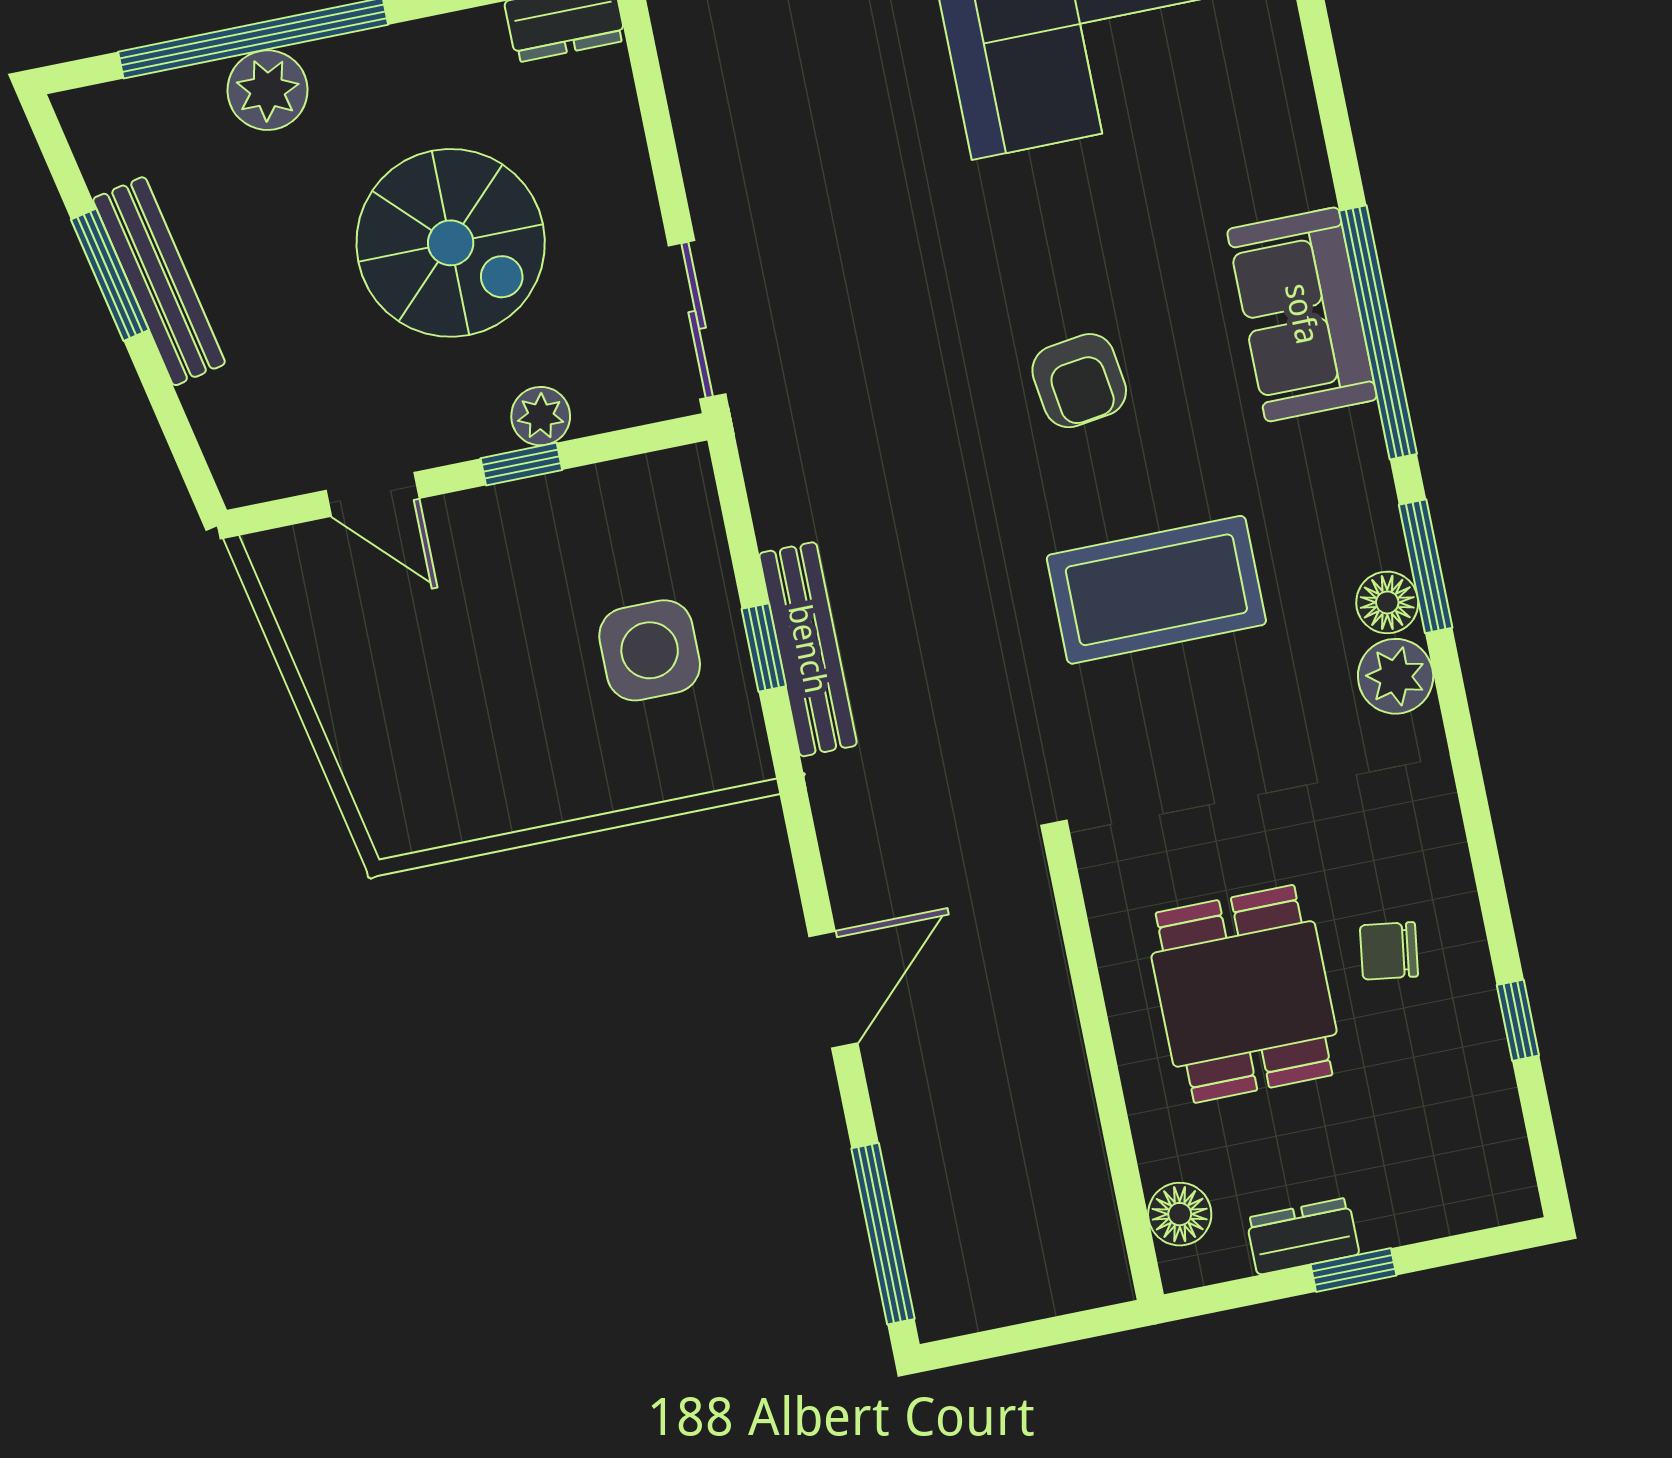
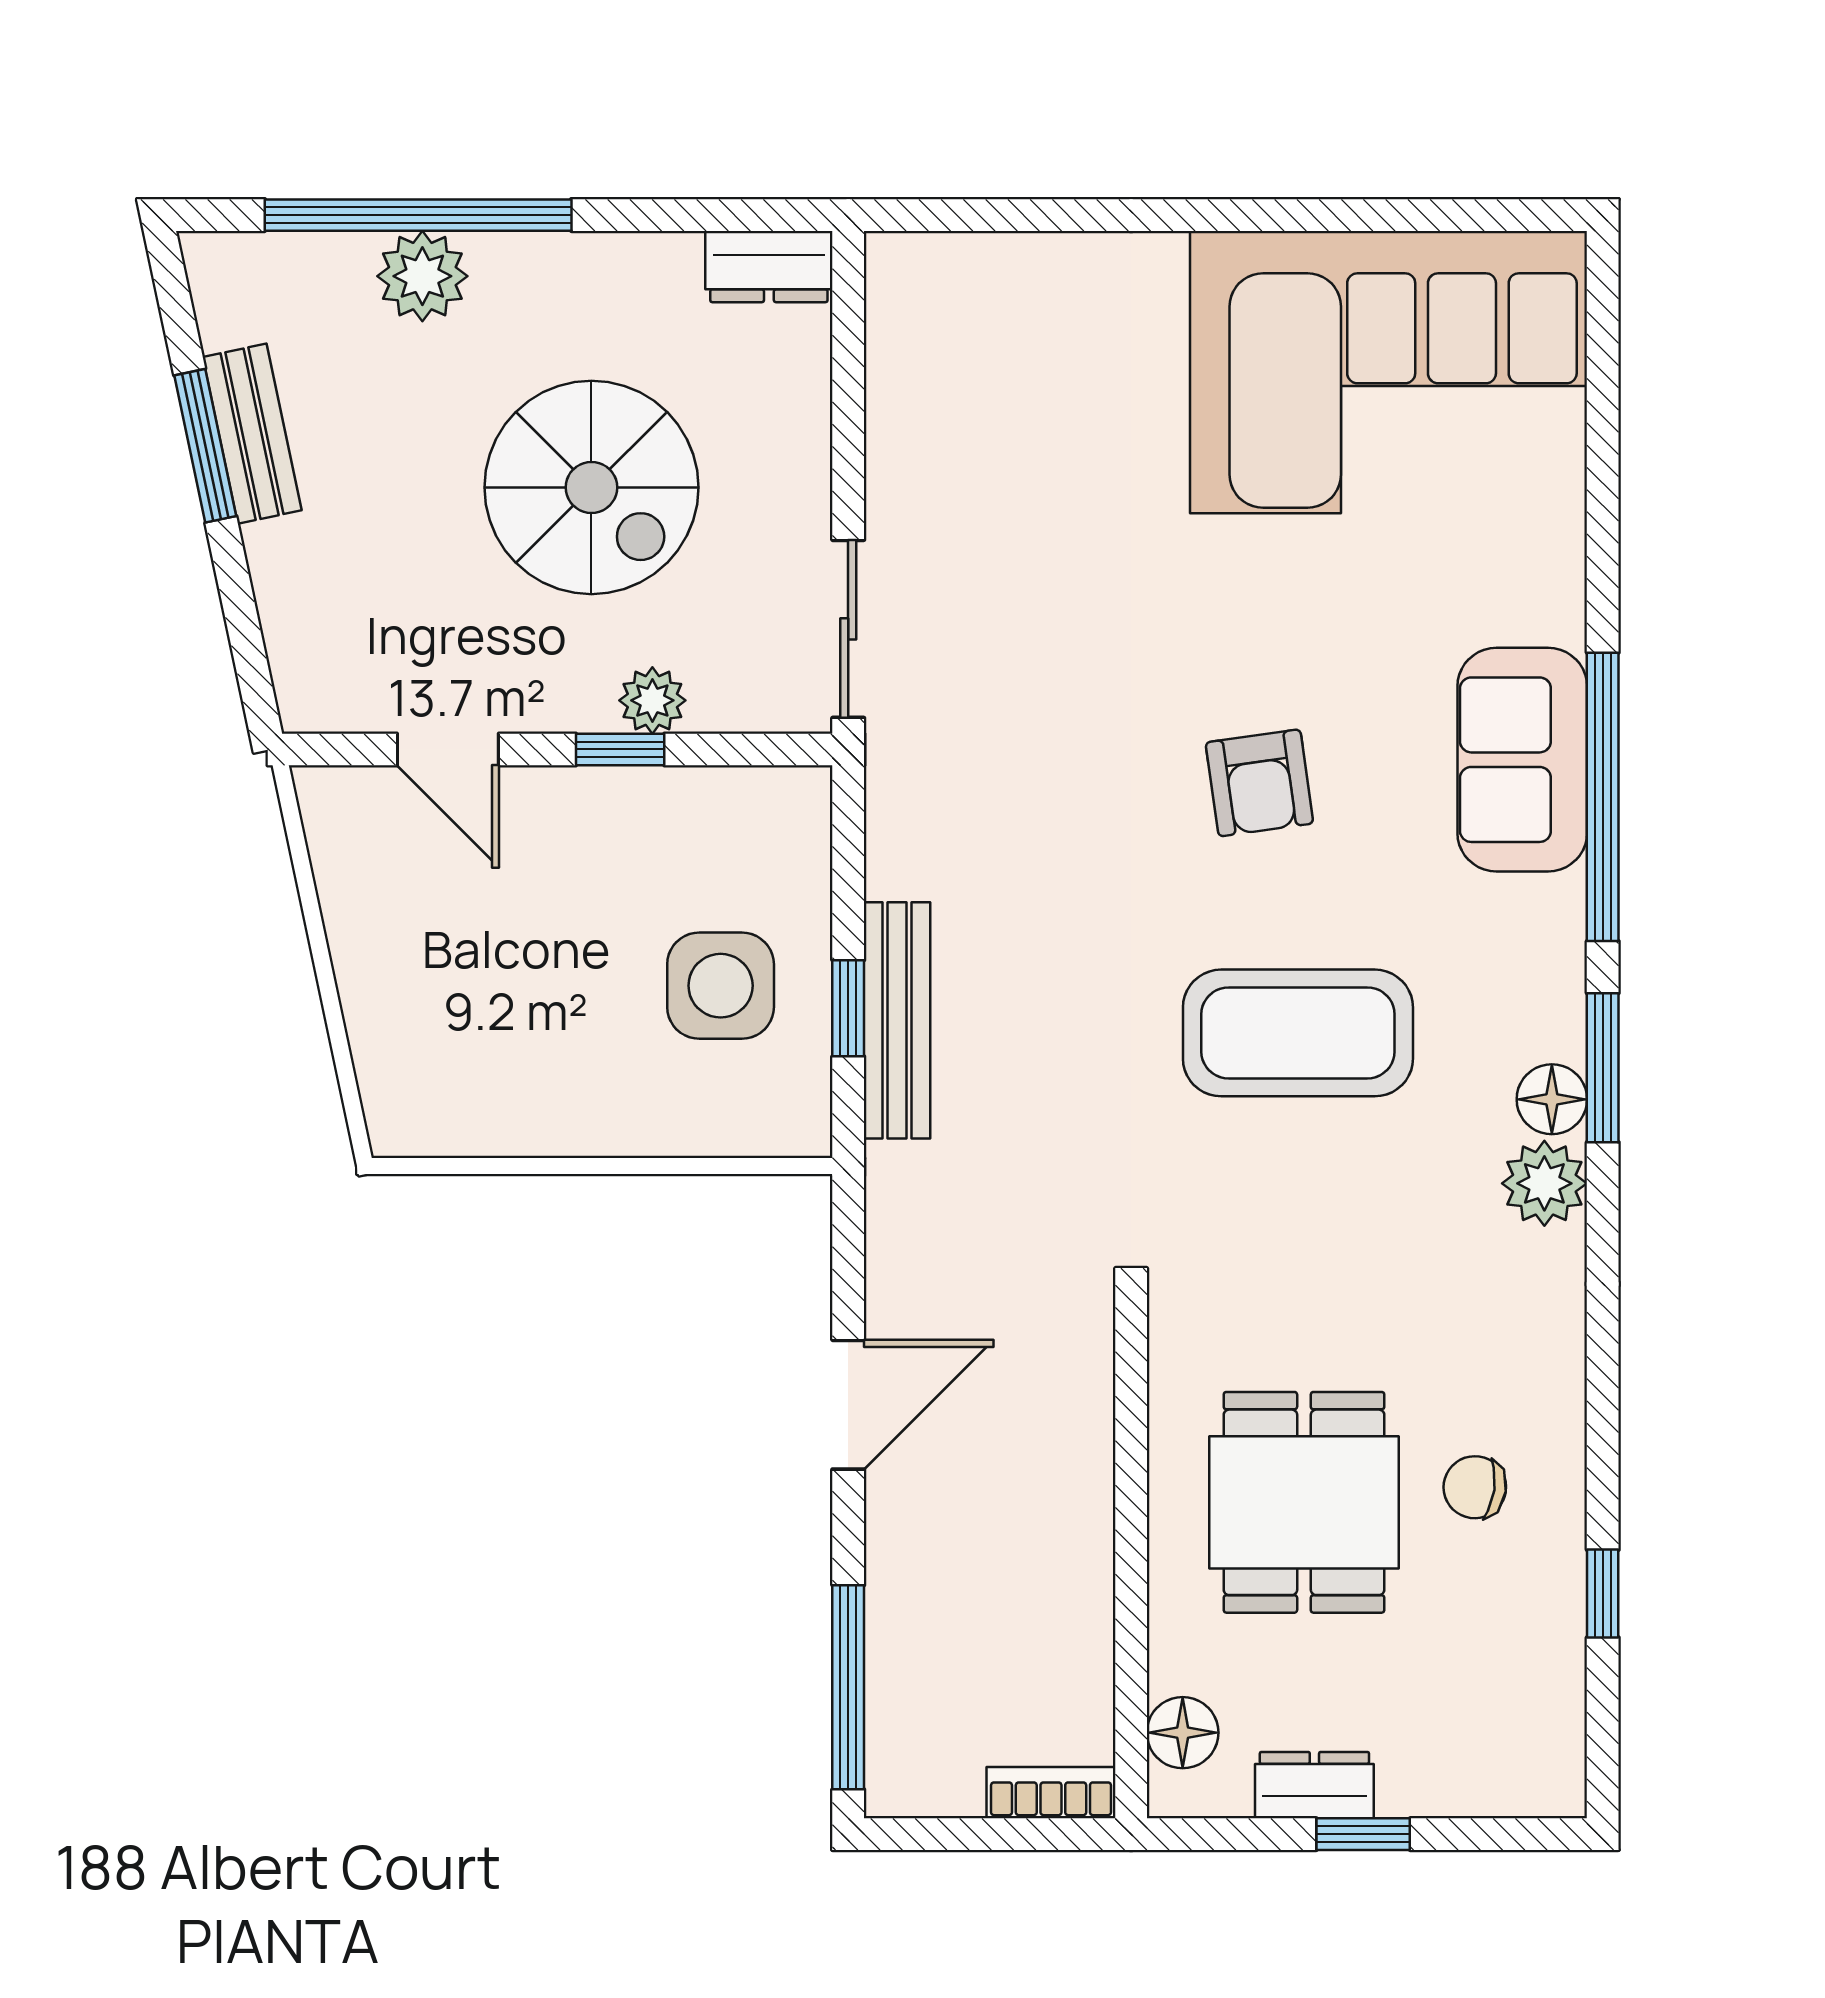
bench: (159, 281) -> (252, 434), width x0.73
bookcase: (1077, 1289) -> (1051, 1793), added

